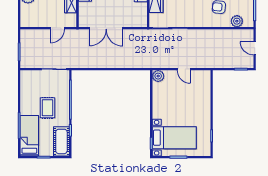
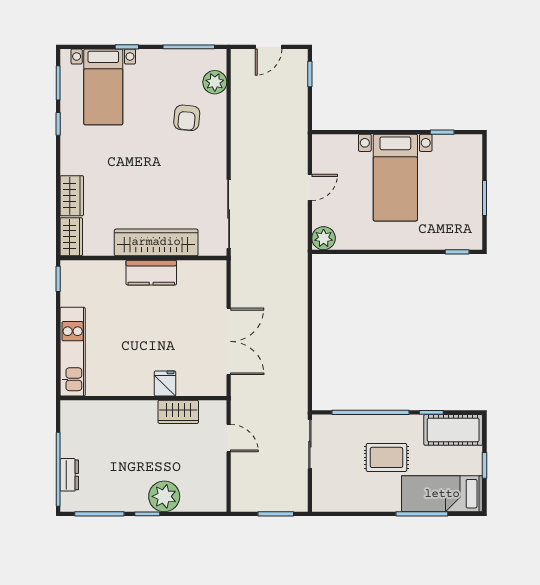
bed with nightstands: (174, 138) -> (395, 178), moved, turned 180

